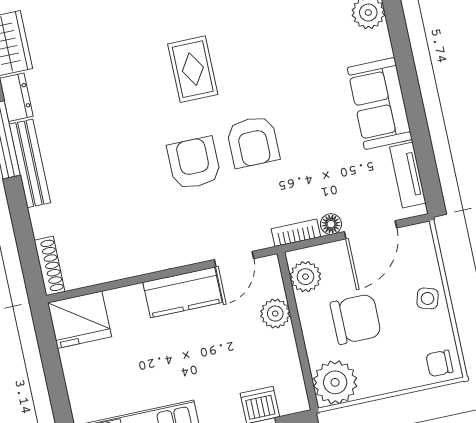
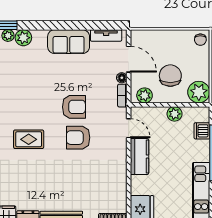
rug: (193, 69) -> (29, 139), moved
side table: (428, 298) -> (168, 39), removed
plant: (275, 314) -> (175, 114), moved

